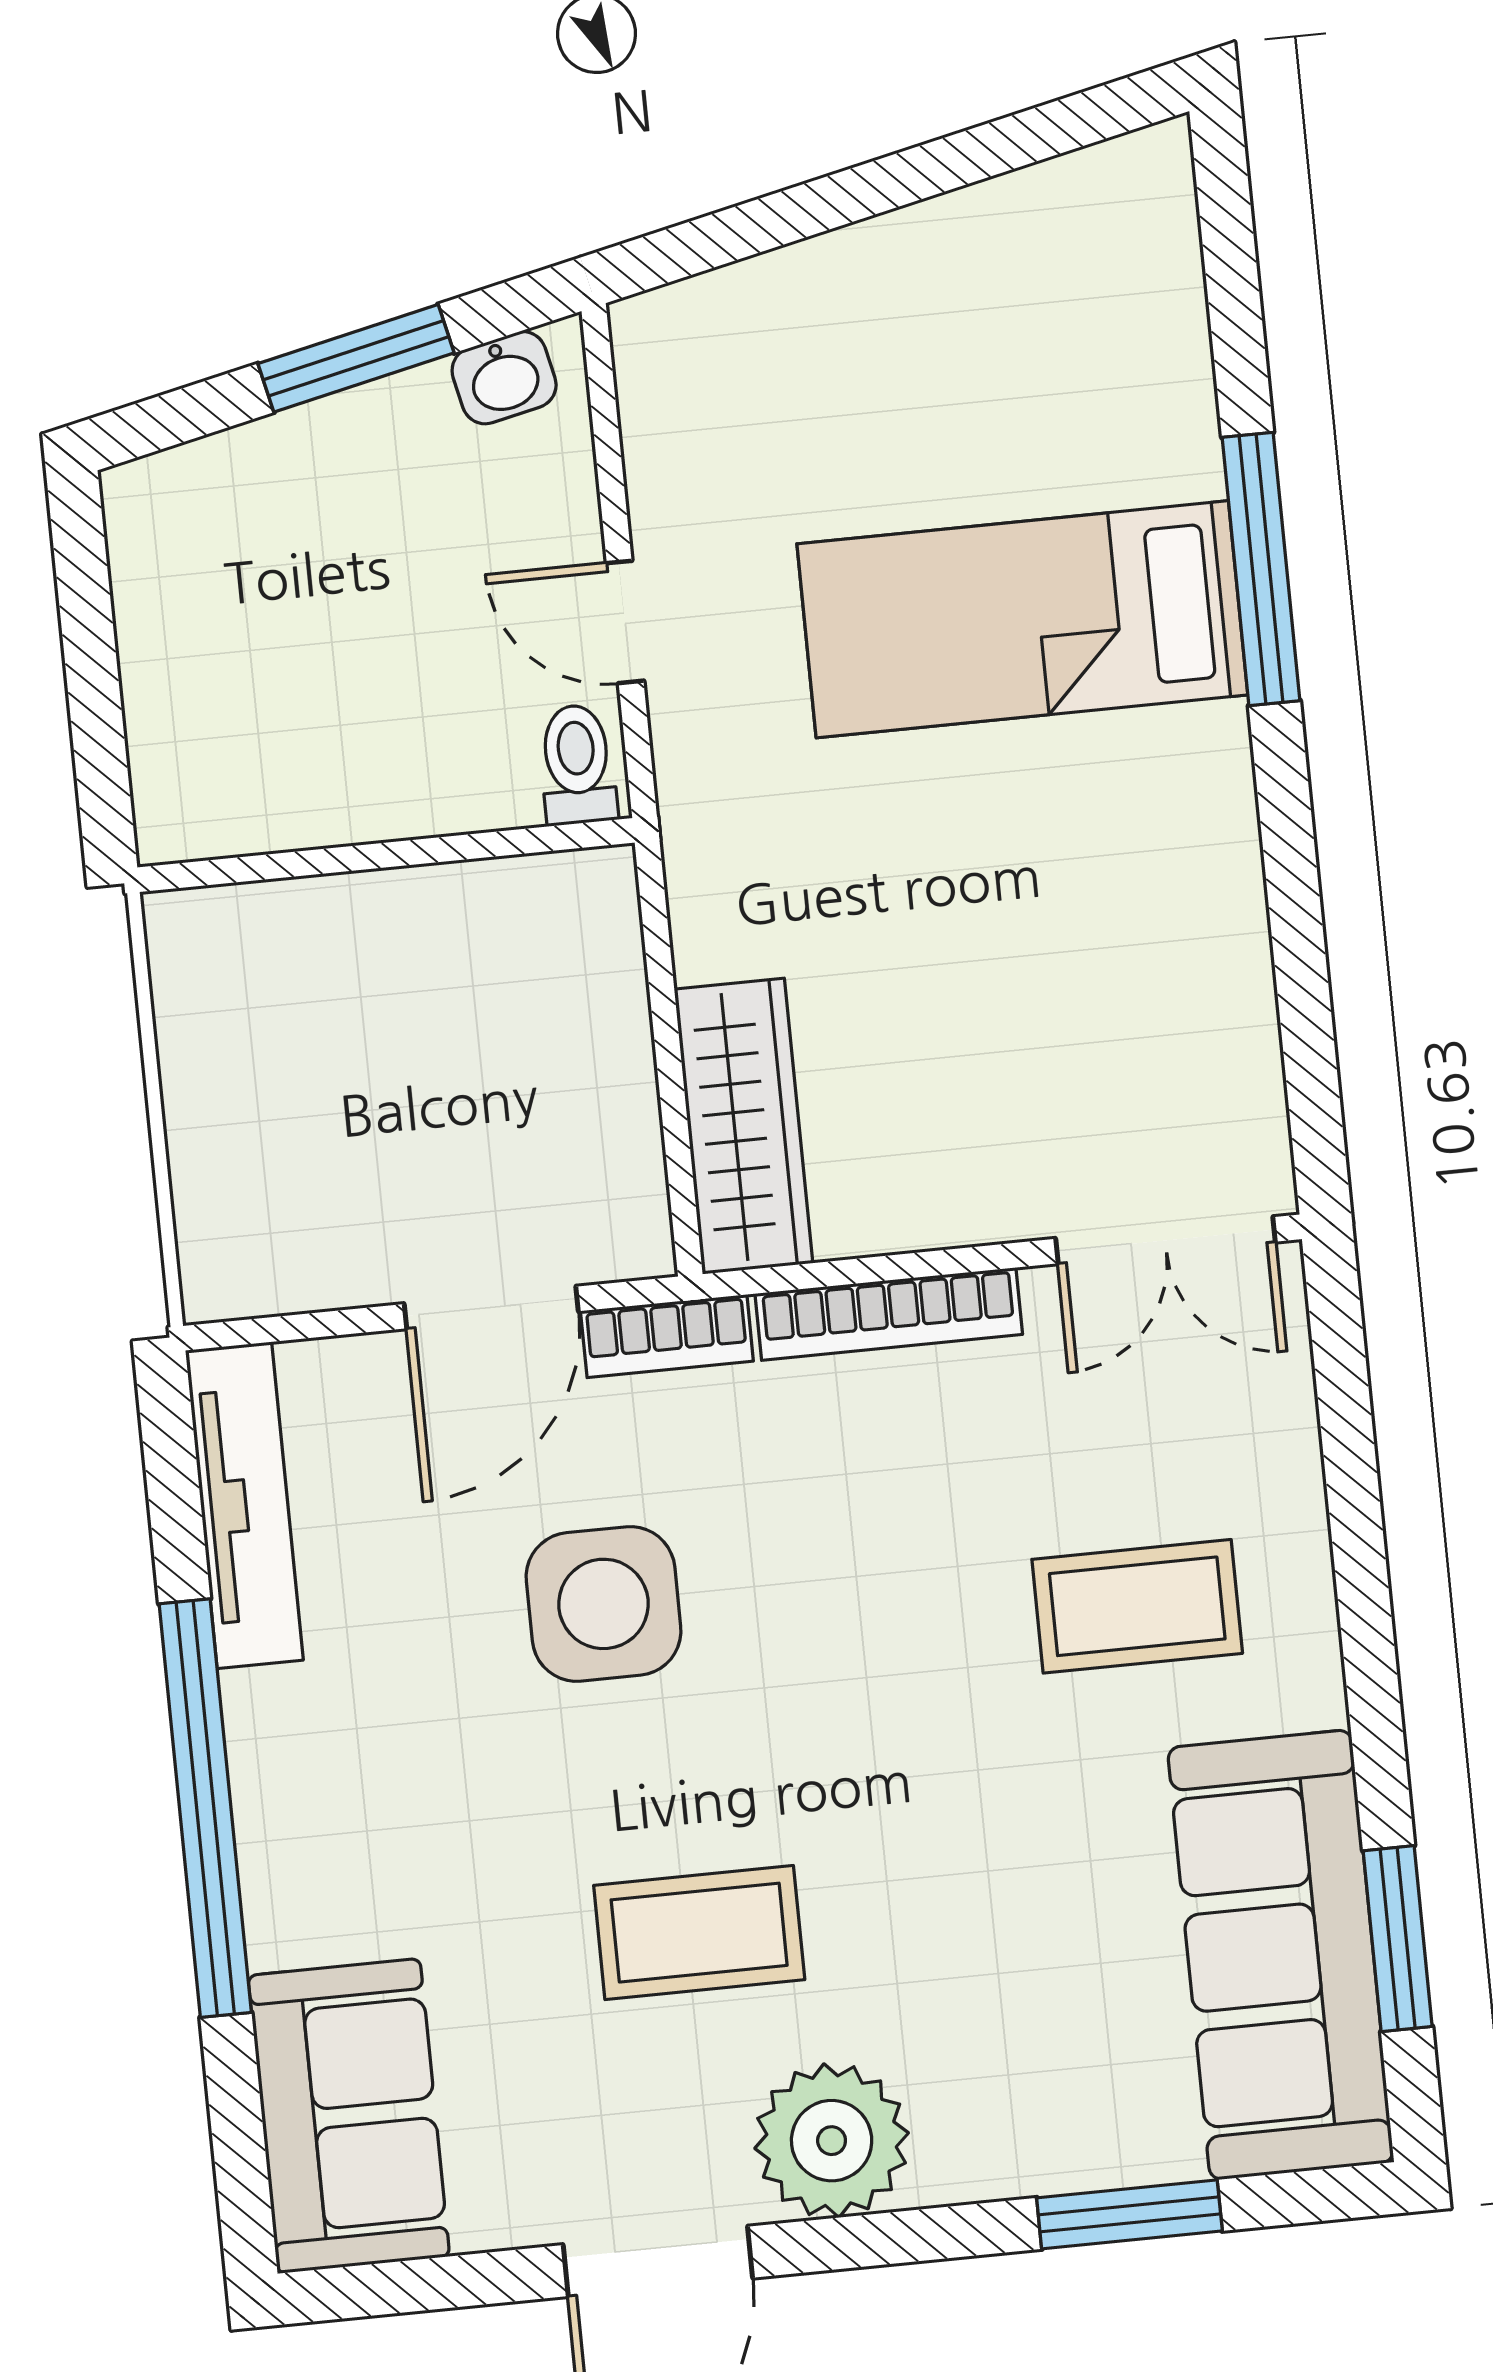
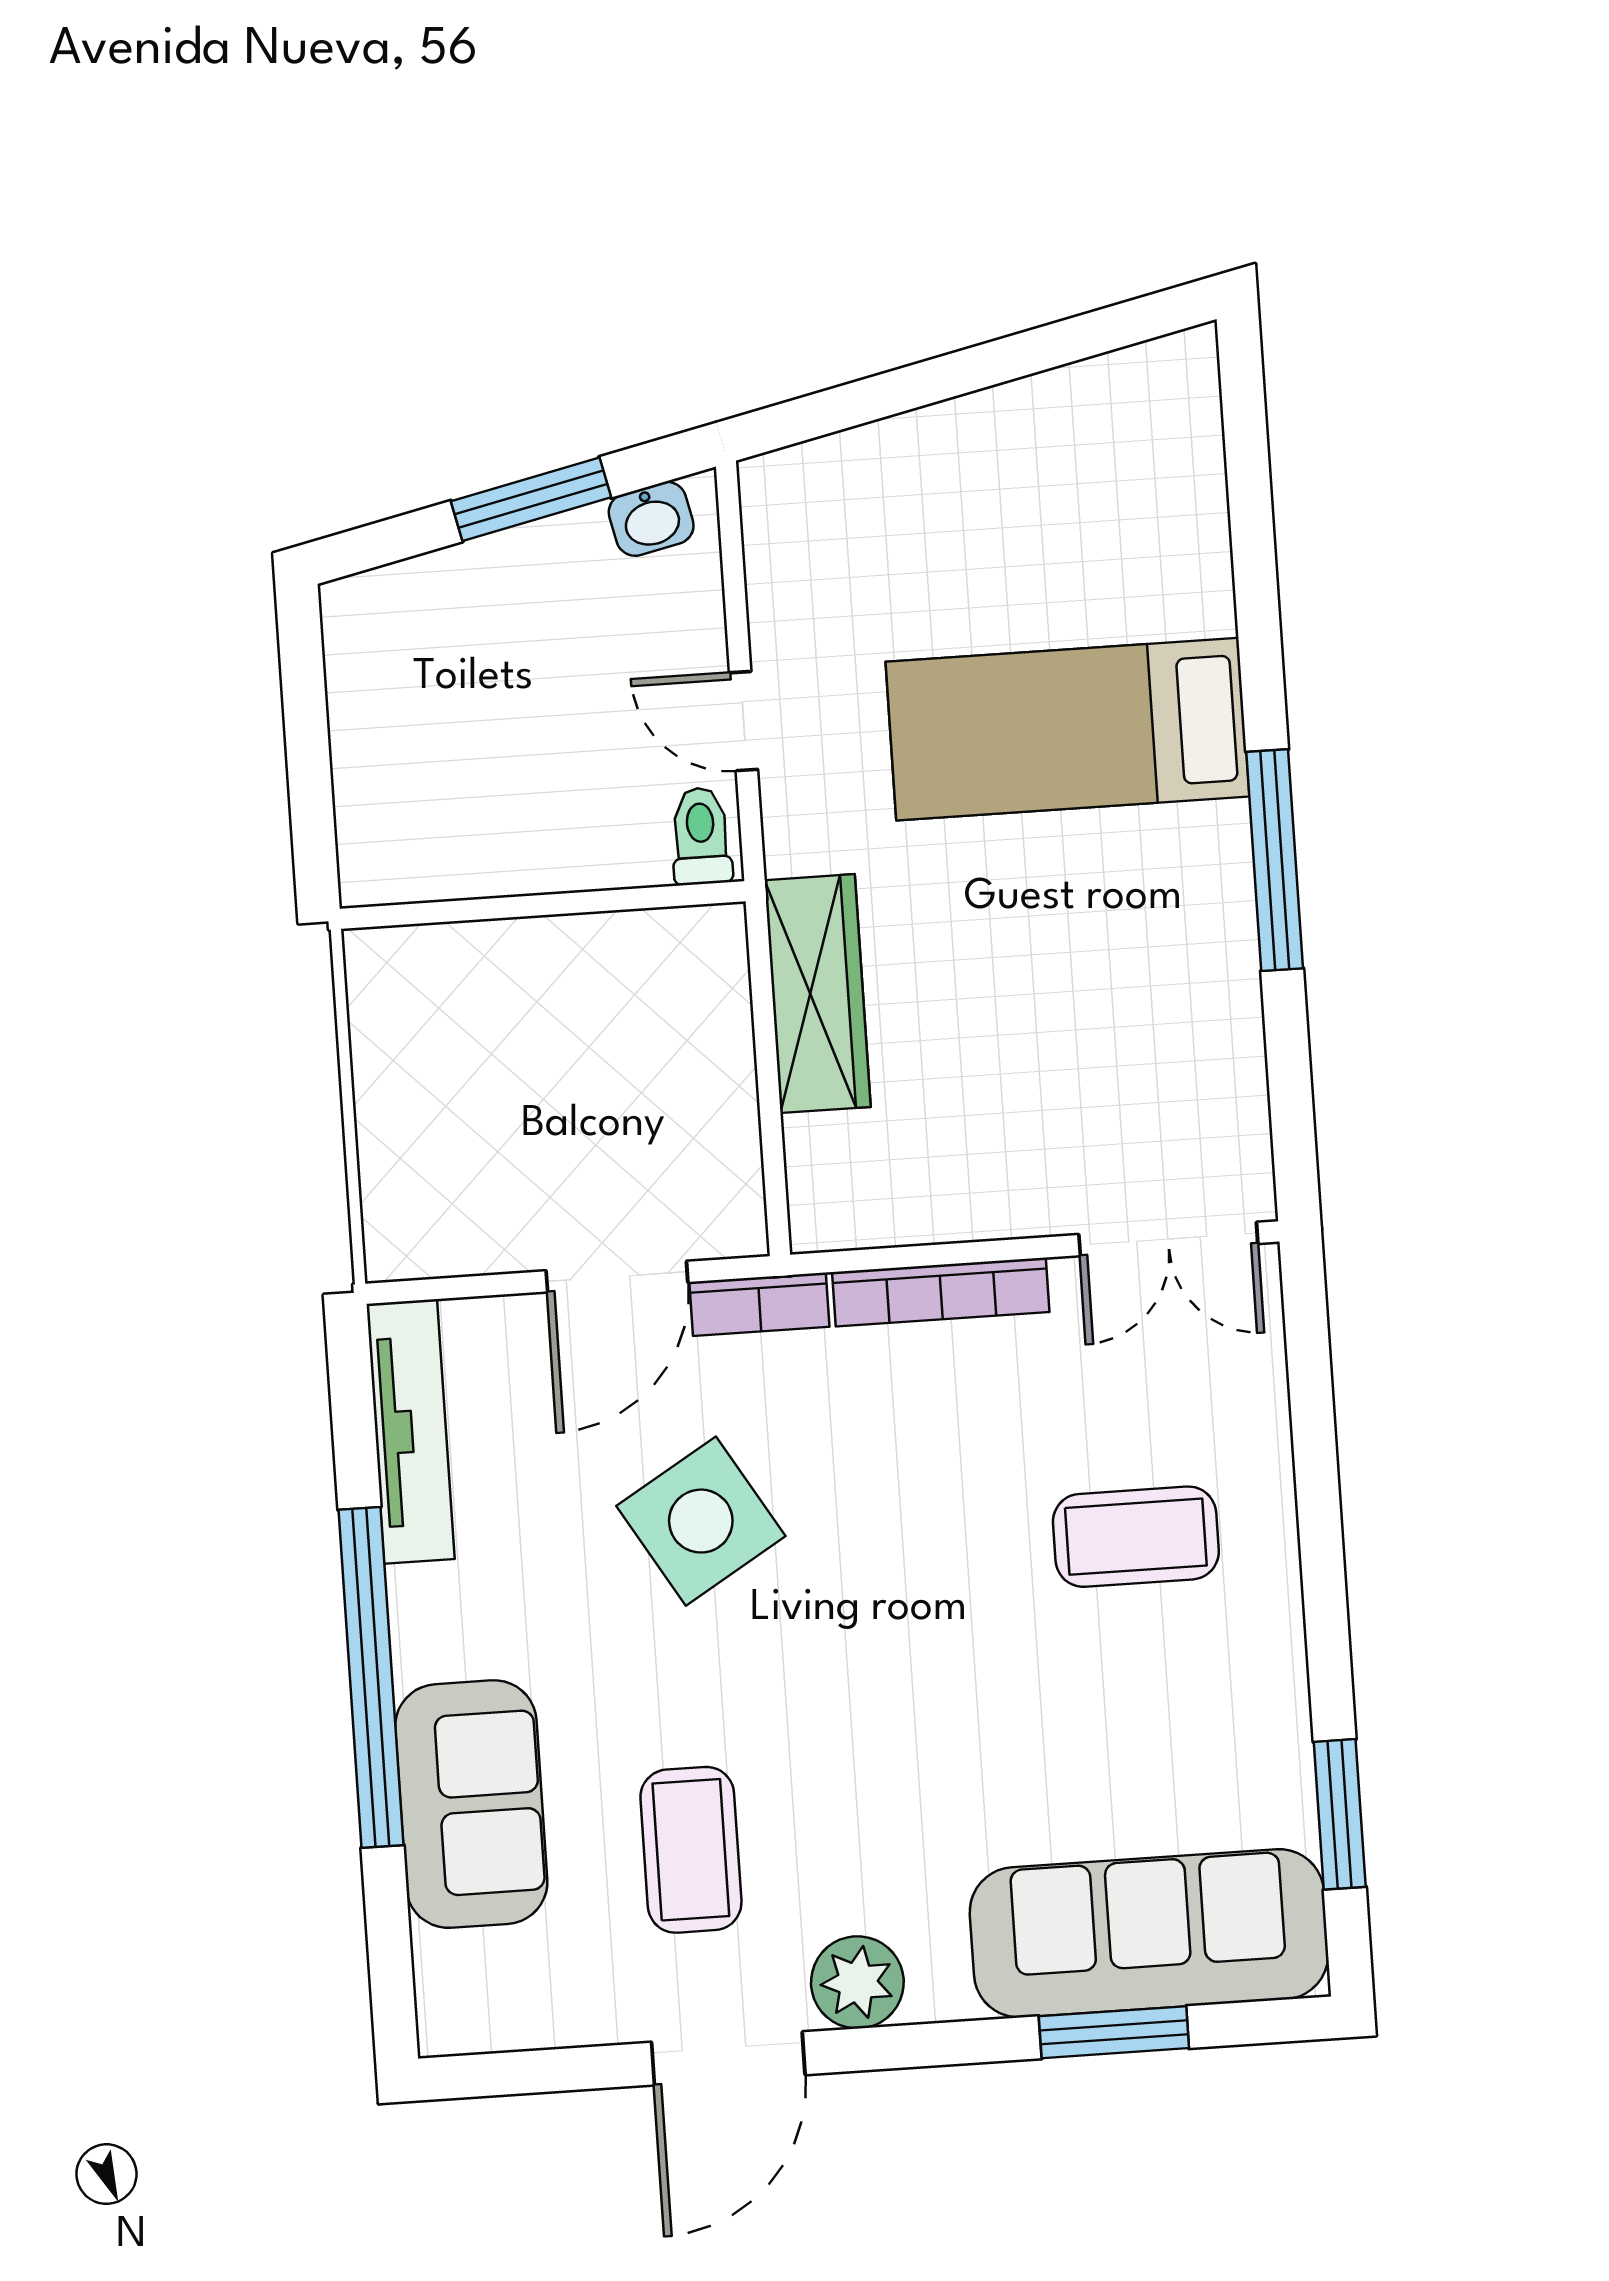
window: (1261, 569) -> (1275, 860), moved
wardrobe: (743, 1126) -> (818, 994), moved
side table: (604, 1604) -> (701, 1521), turned -31
coffee table: (699, 1933) -> (691, 1850), moved, turned 90
sofa: (1281, 1955) -> (1149, 1933), moved, turned 90
sofa: (349, 2116) -> (471, 1804), moved
plant: (832, 2141) -> (857, 1982), width x0.73, depth x0.73

